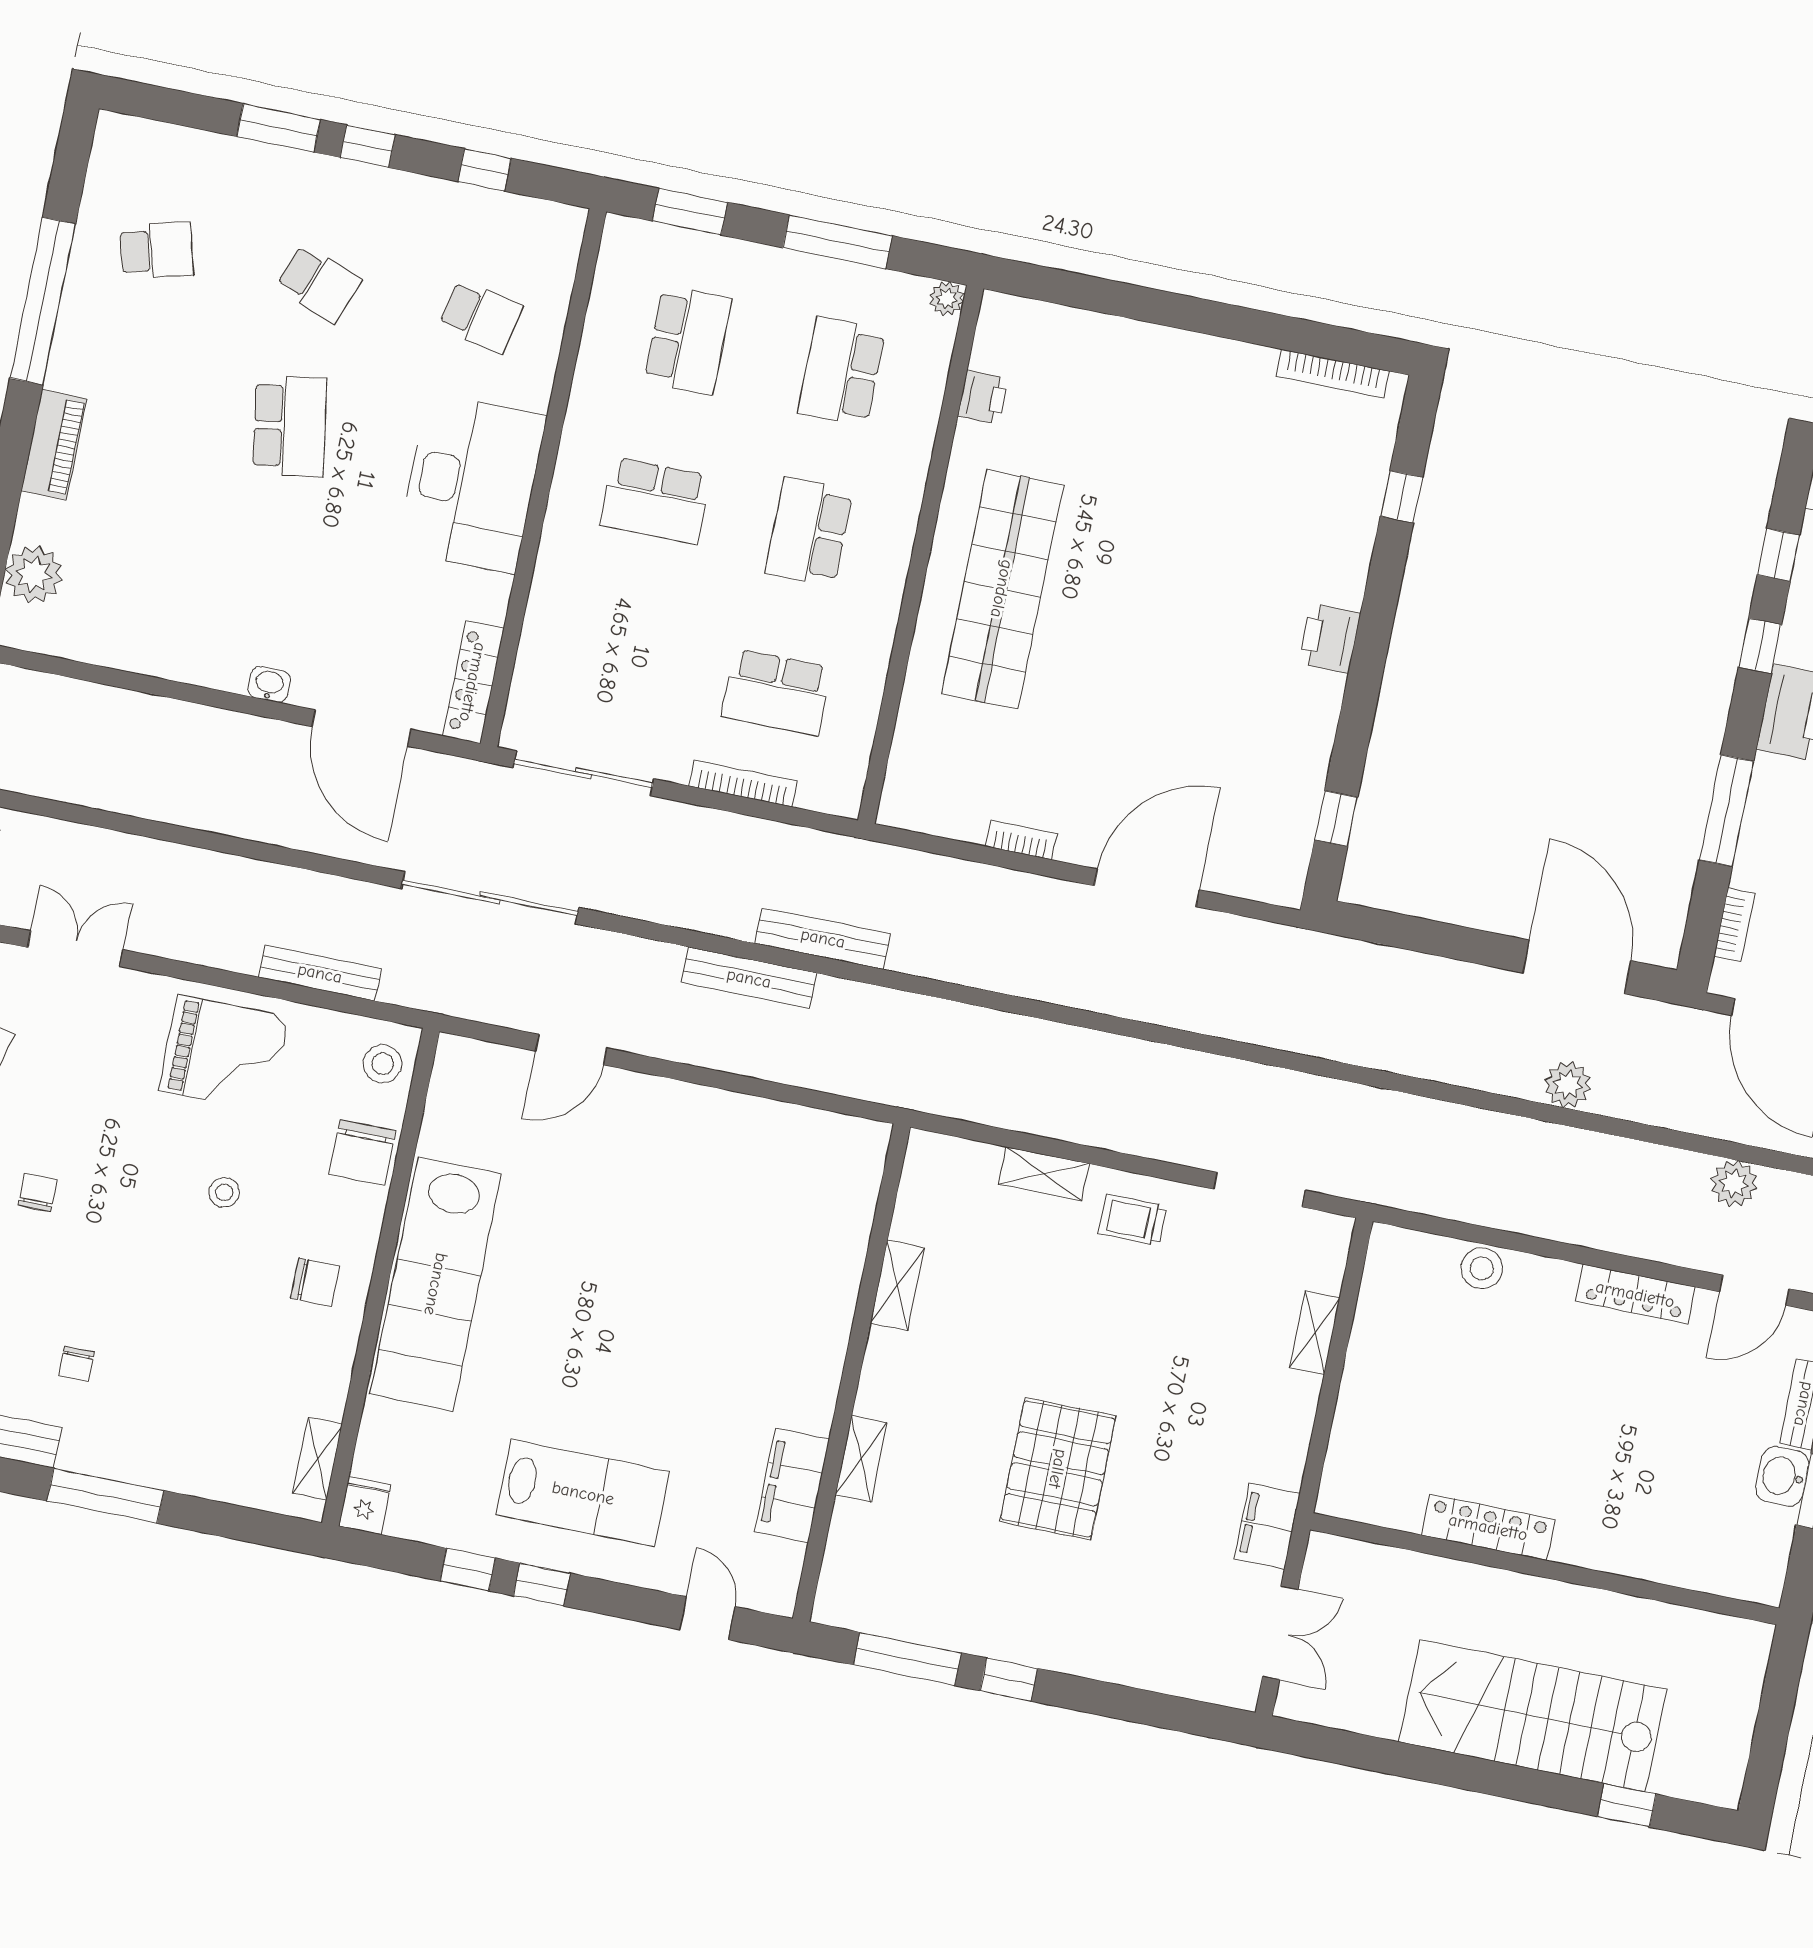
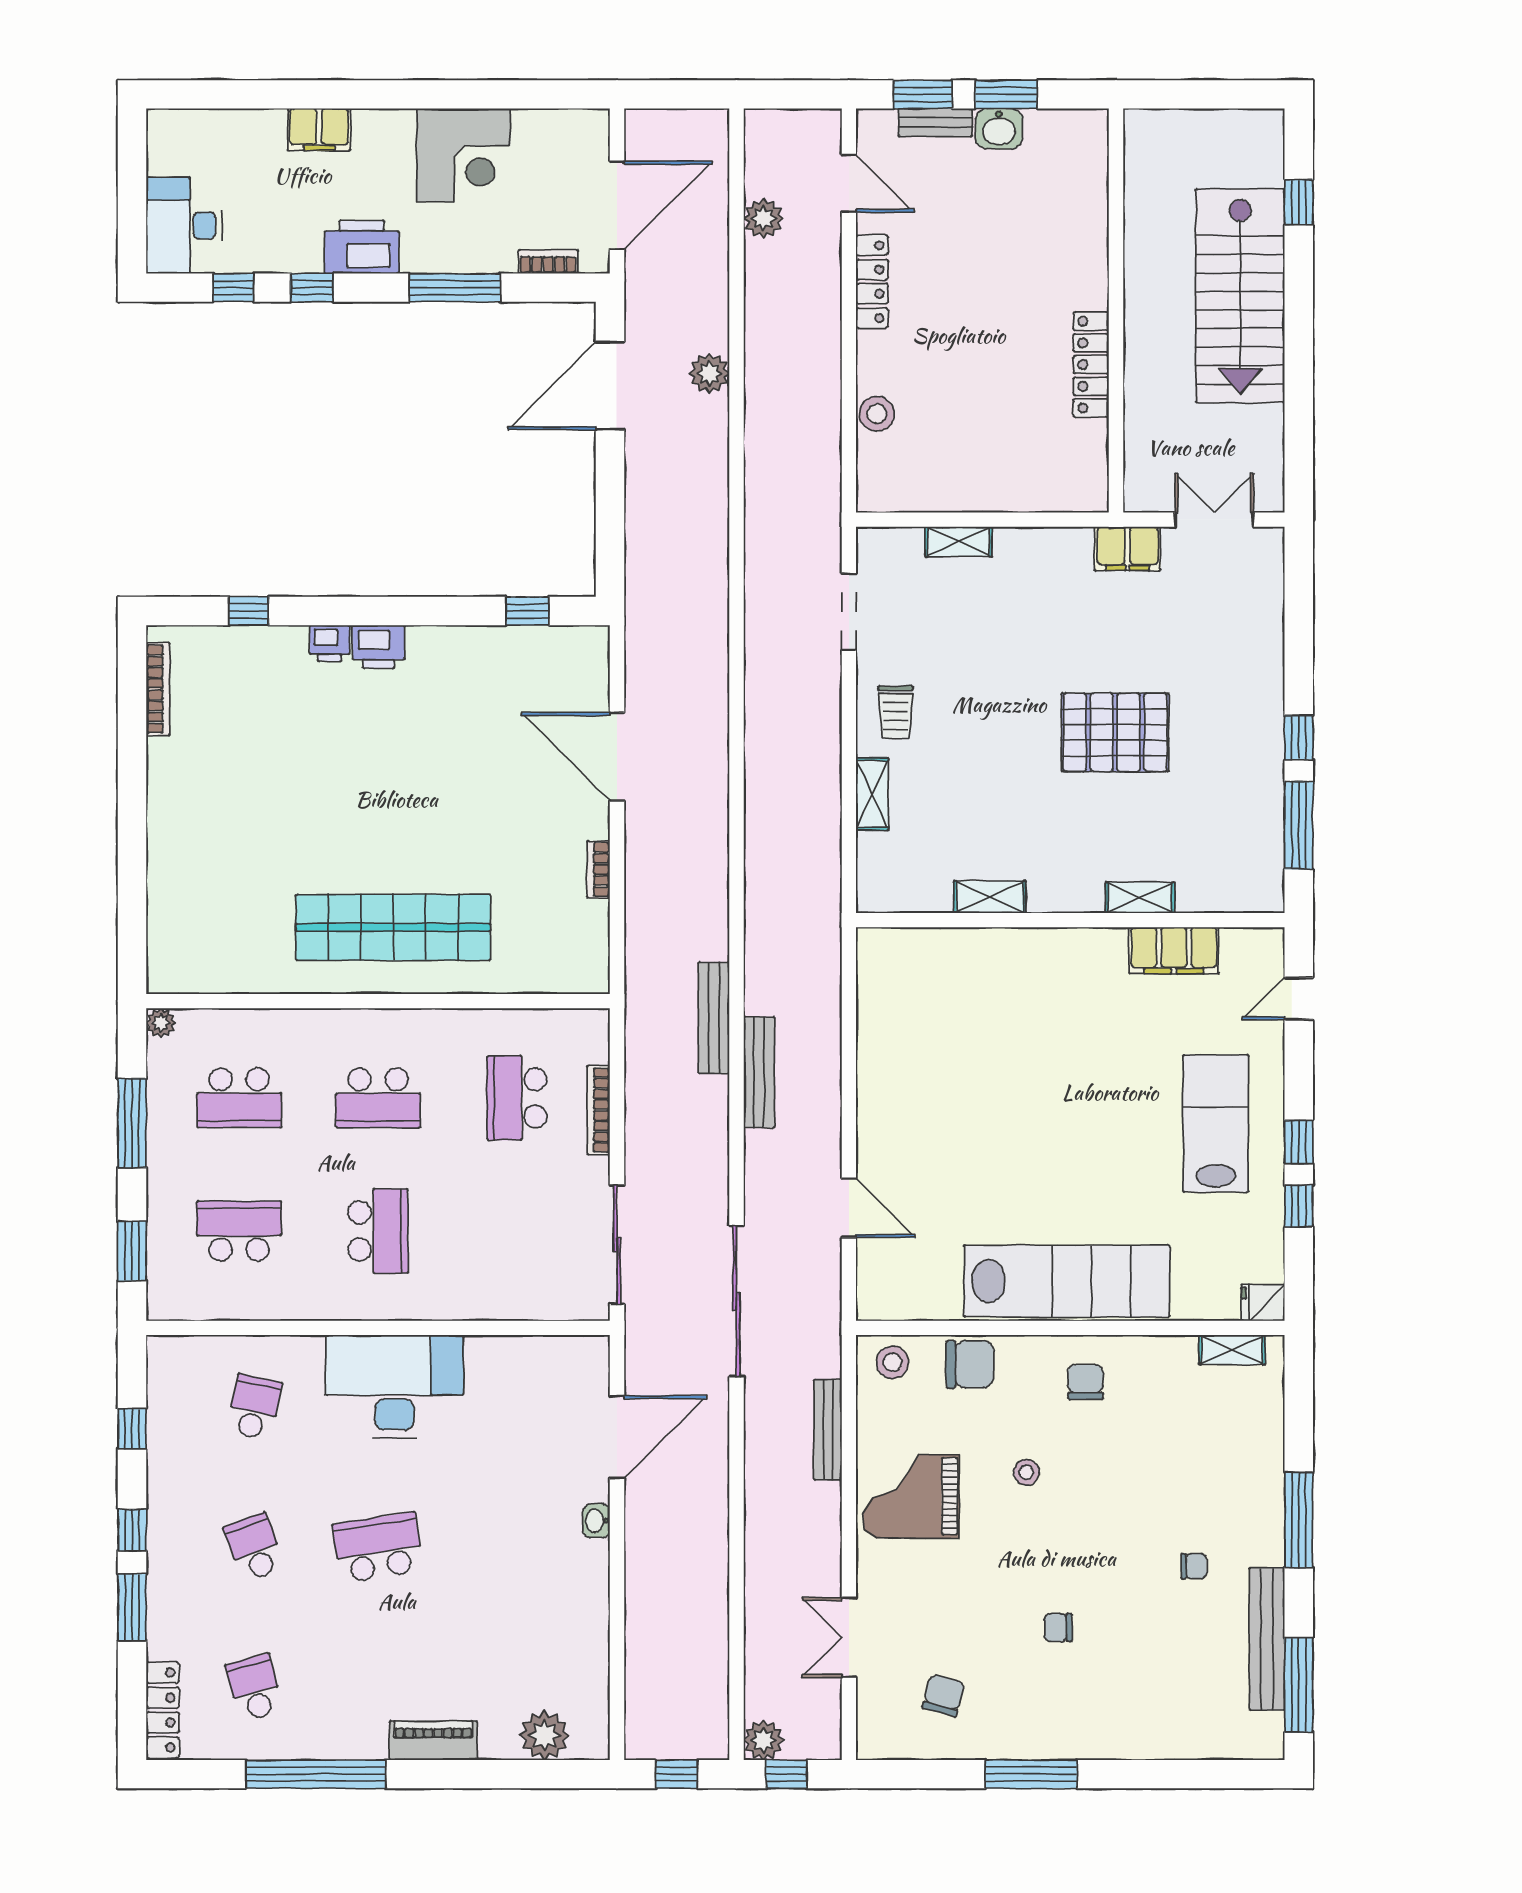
school desk: (319, 283) -> (254, 1547), turned -42
printer: (983, 397) -> (330, 643), moved, turned 180
locker: (473, 682) -> (163, 1710), moved, turned -90
school desk: (776, 692) -> (517, 1098), turned 180
grand piano: (224, 1054) -> (911, 1496), turned -90

